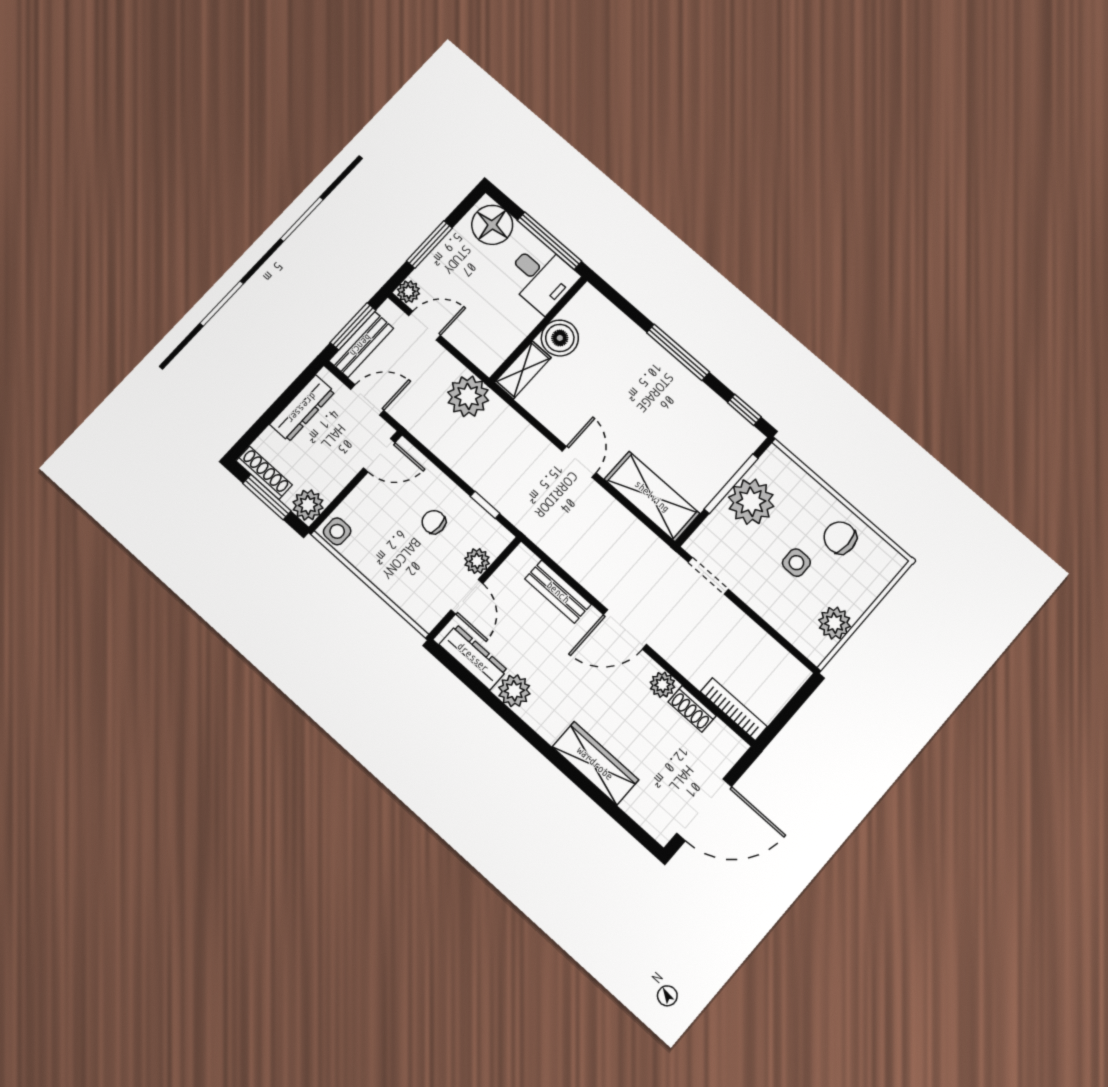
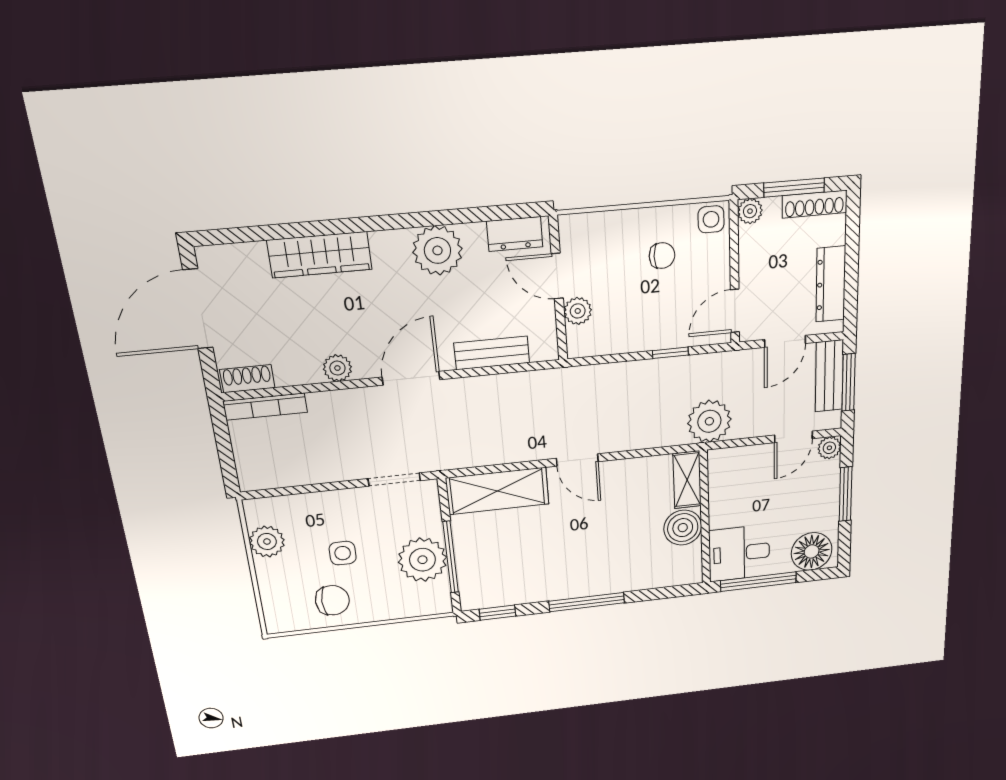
plant: (308, 505) -> (750, 211), width x0.73, depth x0.73
window: (485, 505) -> (670, 353), moved
chair: (434, 522) -> (662, 256), moved
dresser: (473, 657) -> (515, 234), width x0.70
plant: (514, 691) -> (438, 250), width x1.36, depth x1.36
shoe rack: (692, 709) -> (247, 379), moved

